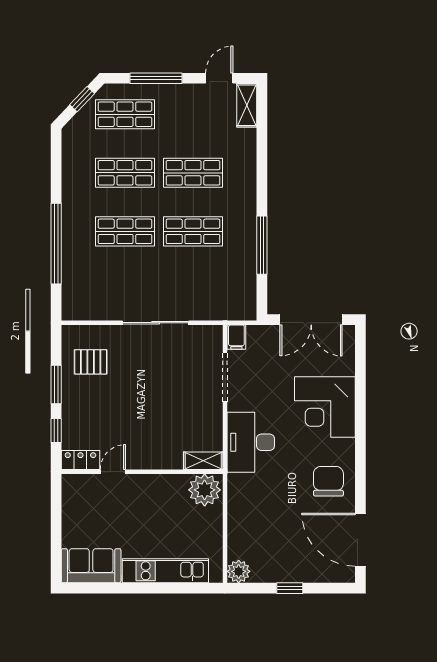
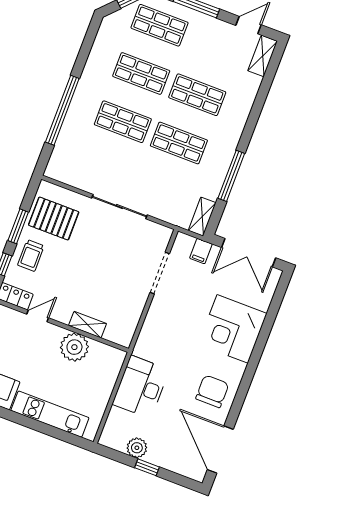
shelving: (247, 300) -> (202, 217), added
filing cabinet: (236, 337) -> (201, 251), moved
pallet: (91, 362) -> (54, 219), width x1.50, depth x1.42
trolley: (81, 410) -> (31, 256), added
desk: (251, 442) -> (141, 387), moved
shelving: (203, 461) -> (88, 325), moved
plant: (205, 490) -> (74, 347), moved
plant: (239, 571) -> (137, 448), moved

